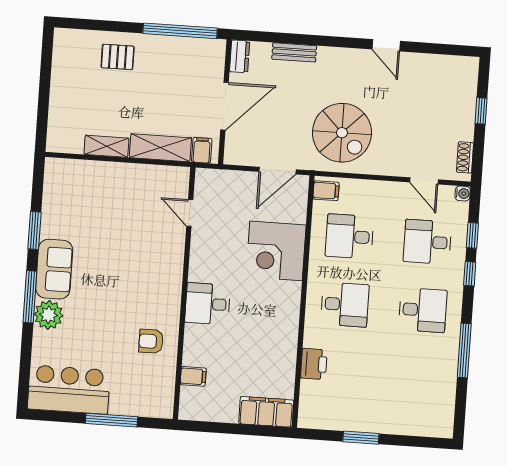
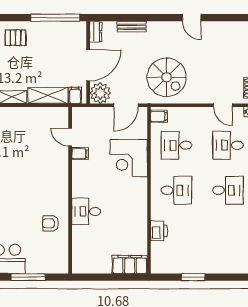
plant: (240, 150) -> (100, 93), added
desk: (208, 304) -> (86, 211), moved
filing cabinet: (193, 376) -> (80, 154), moved

